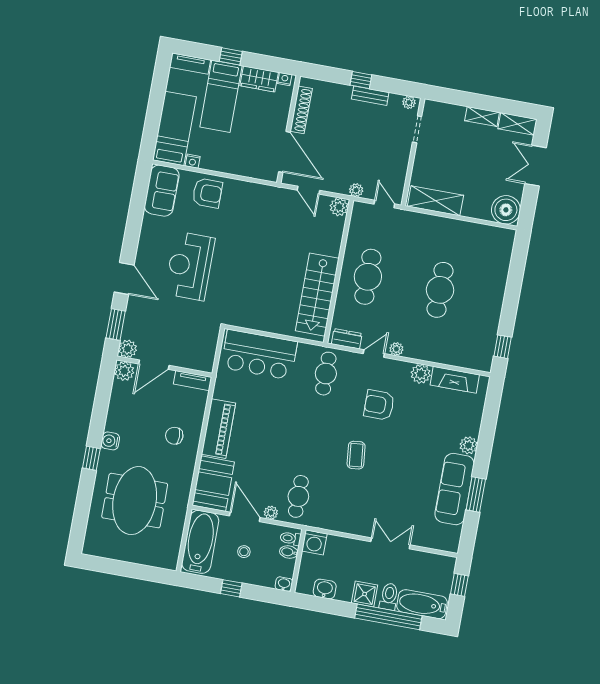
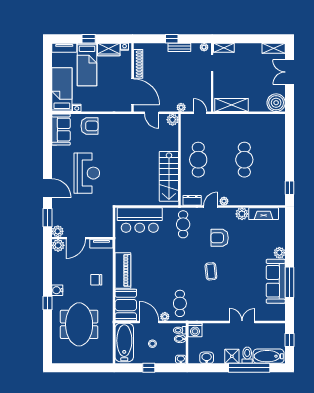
shelving: (482, 117) -> (224, 48), moved
reception desk: (190, 266) -> (87, 173), turned 180
window: (476, 494) -> (289, 282), width x1.44

